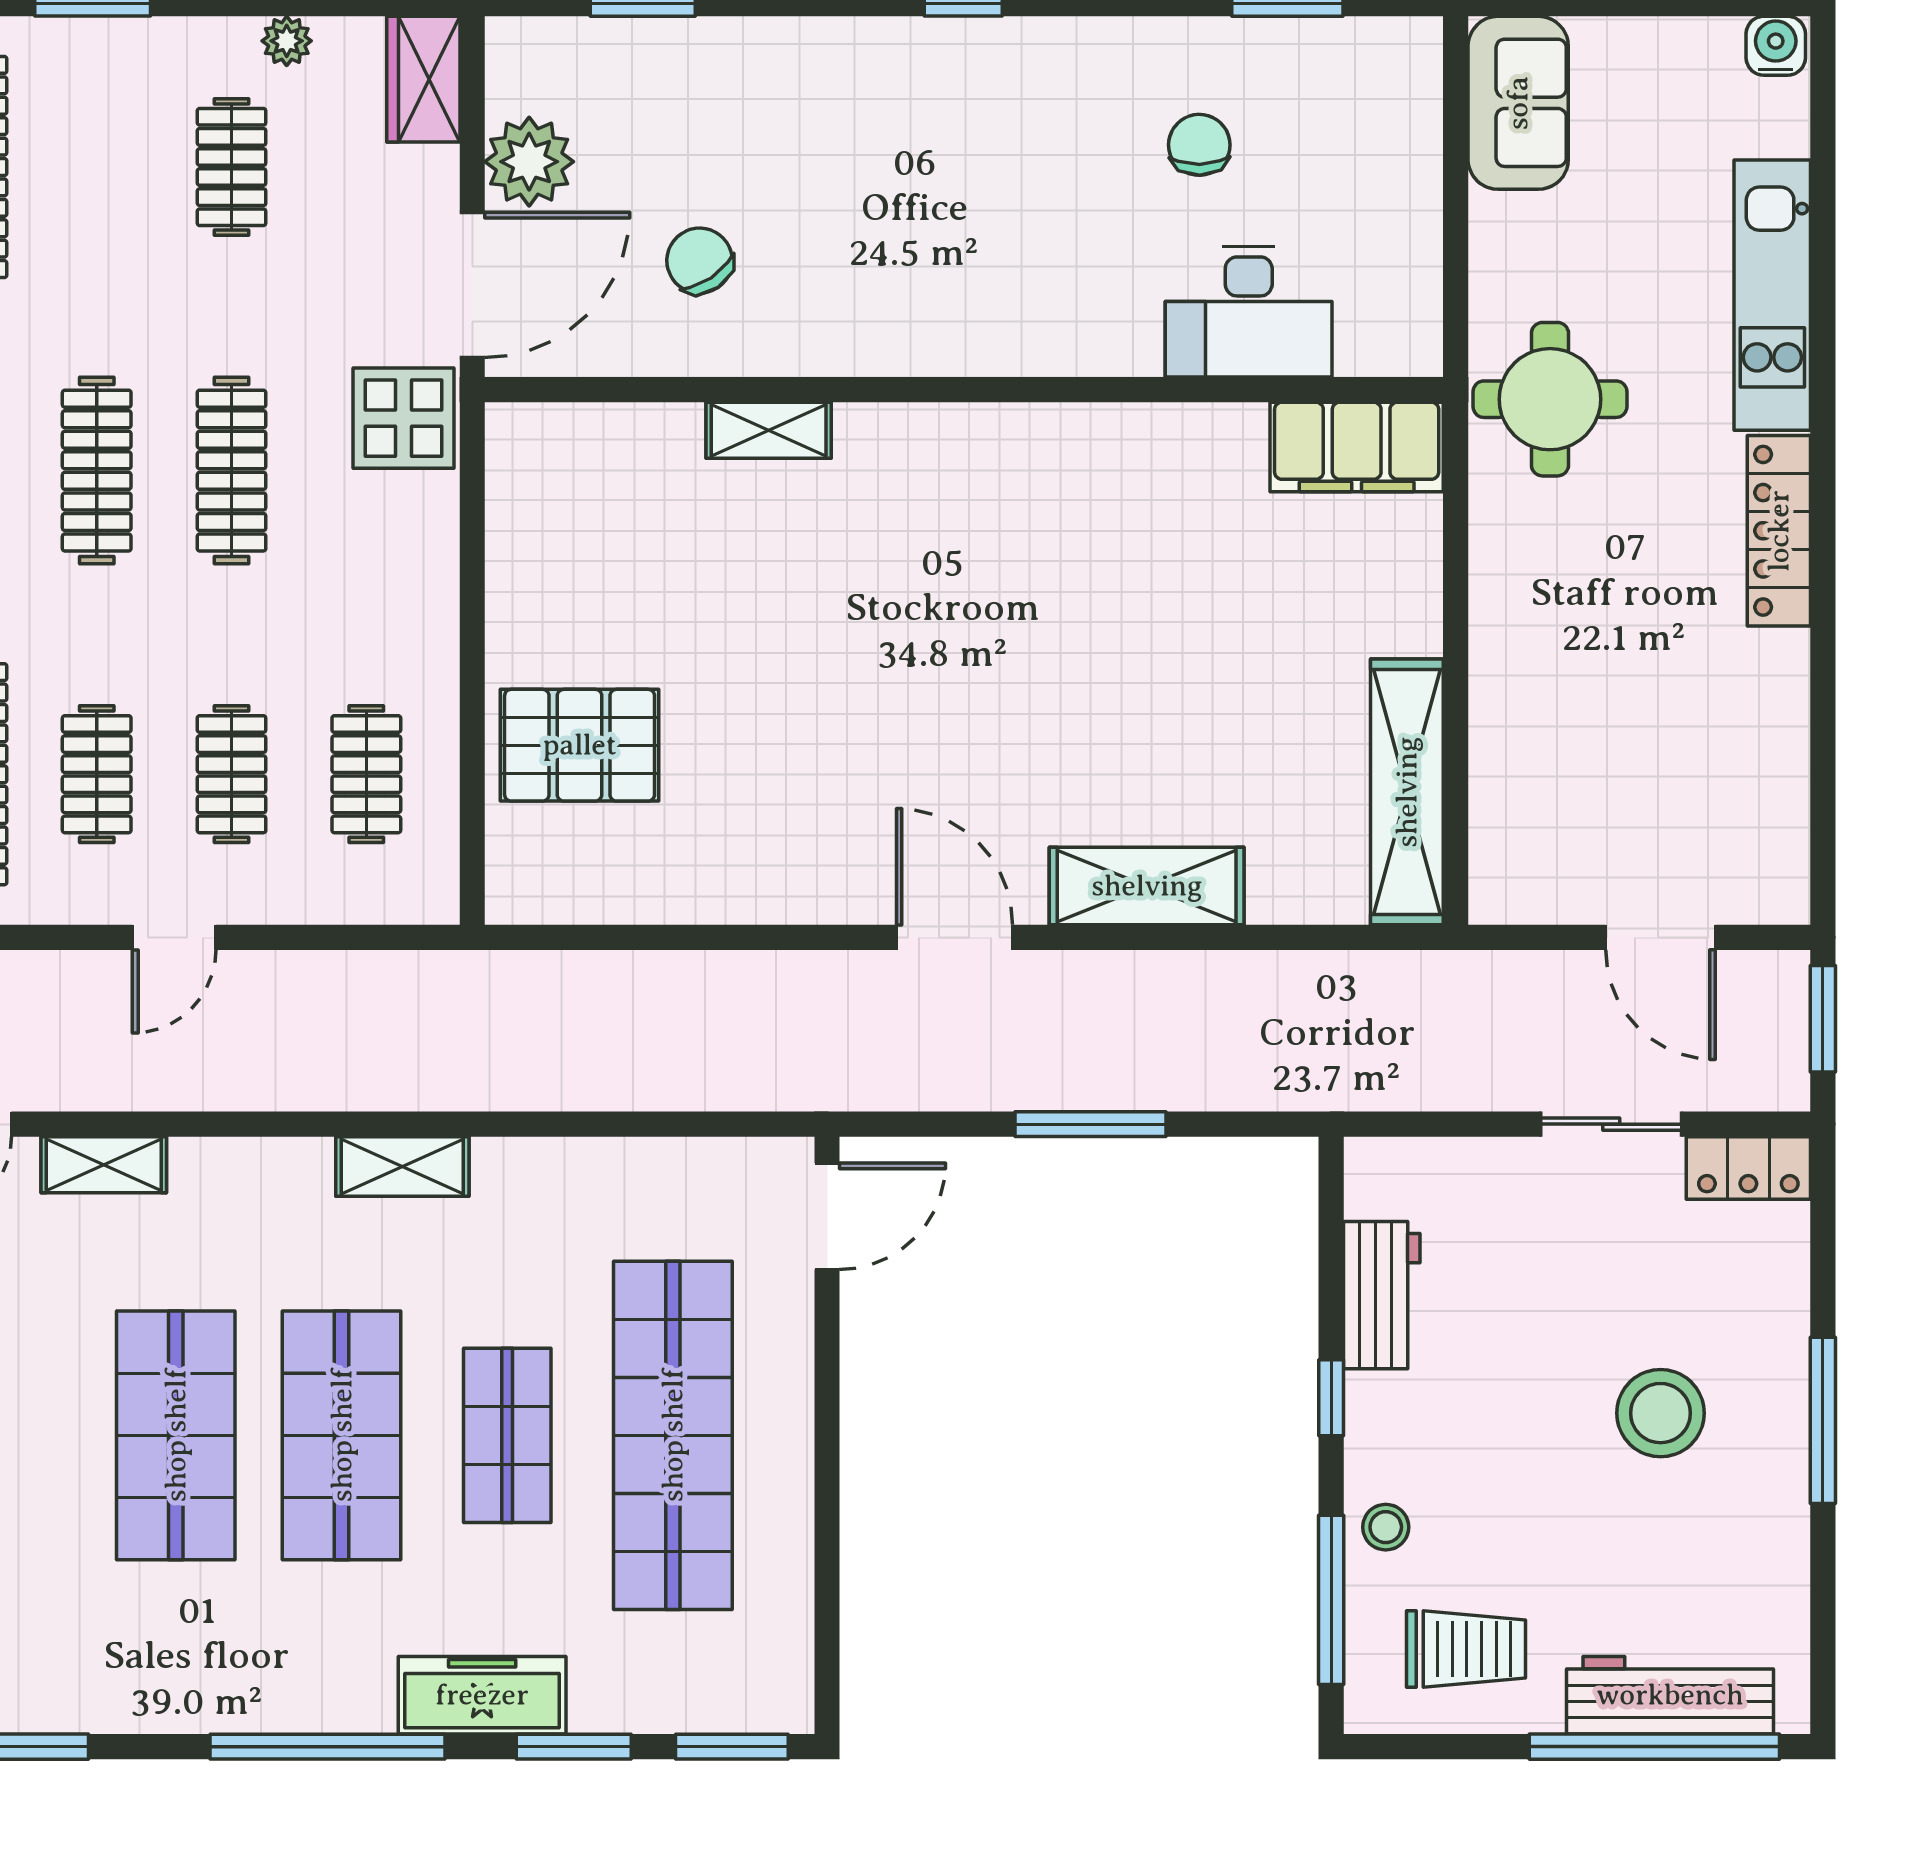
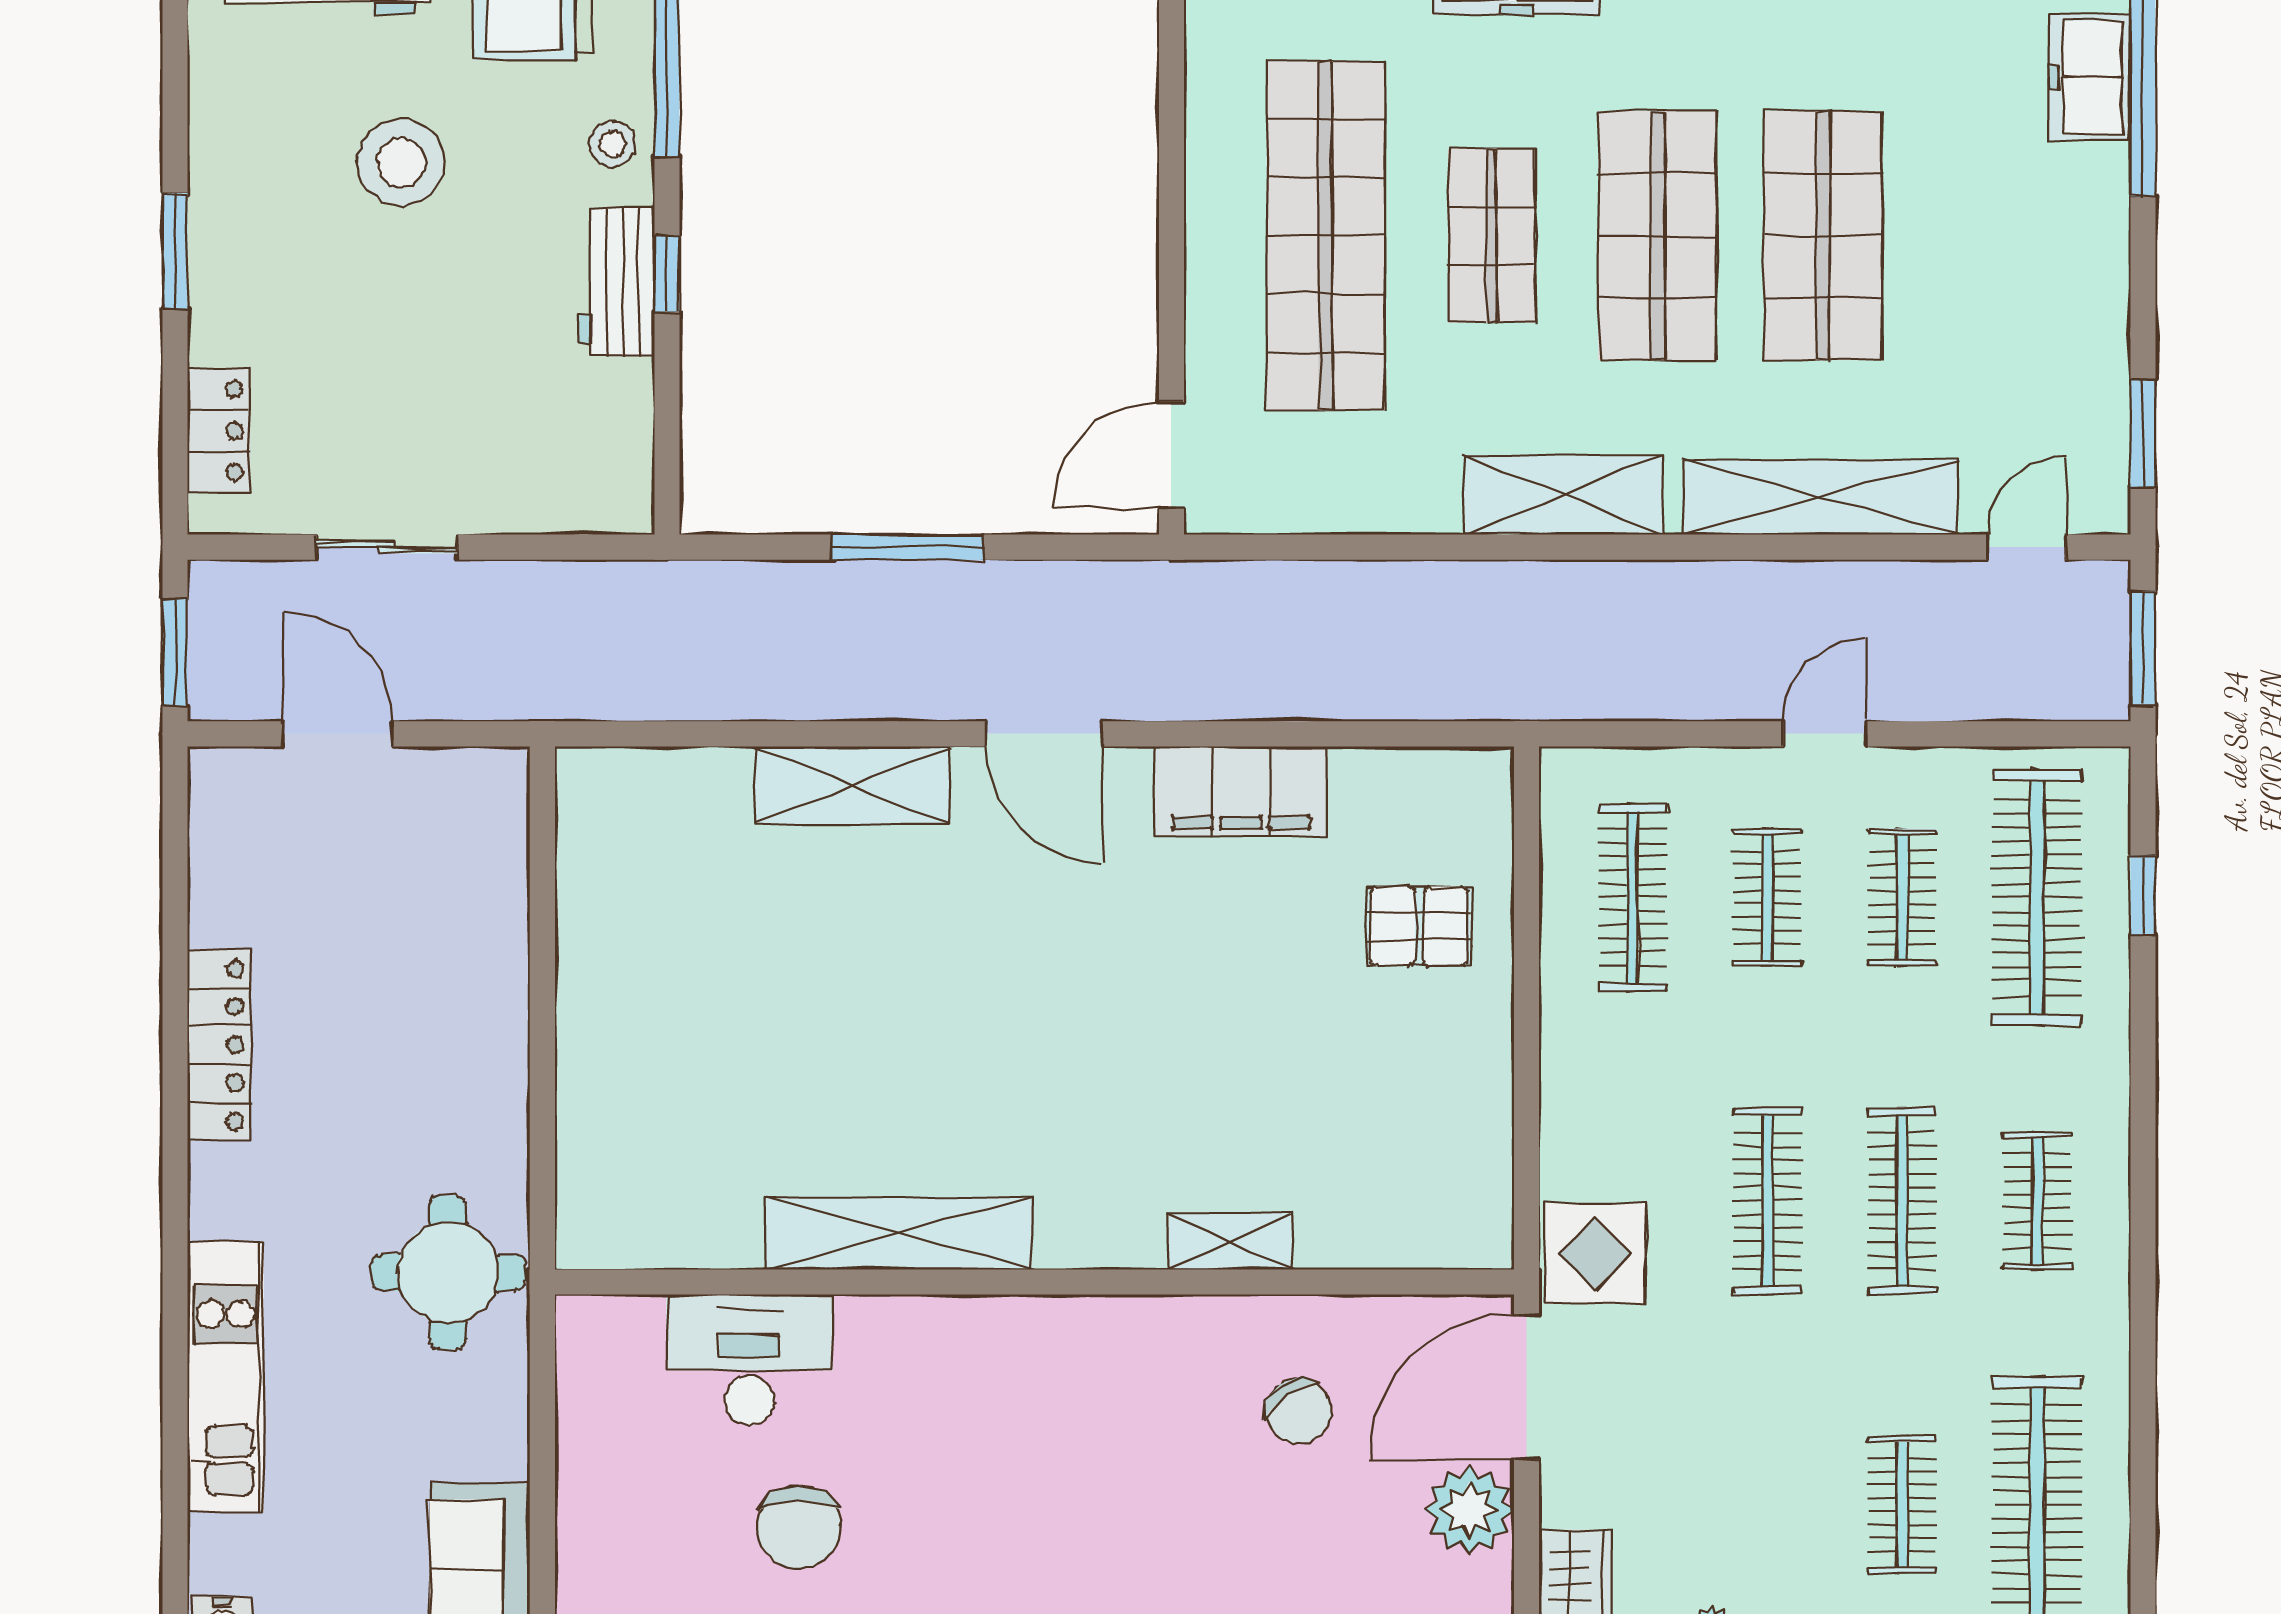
chair: (1199, 145) -> (799, 1527), width x1.37, depth x1.37
clothes rail: (232, 167) -> (1902, 1505), moved
filing cabinet: (1357, 447) -> (1241, 791), moved, turned 180
locker: (1779, 531) -> (219, 1045), moved
pallet: (580, 745) -> (1419, 926), width x0.67, depth x0.71
clothes rail: (366, 774) -> (1632, 897), width x1.36
shelving: (1407, 792) -> (899, 1233), moved, turned 90
shelving: (104, 1165) -> (1820, 497), width x2.20, depth x1.33
shelving: (402, 1166) -> (1563, 495), width x1.50, depth x1.33
locker: (1748, 1168) -> (219, 431), moved, turned 90
workbench: (1382, 1295) -> (616, 282), moved
stool: (1661, 1413) -> (401, 162), moved
window: (1823, 1420) -> (175, 251), width x0.69

